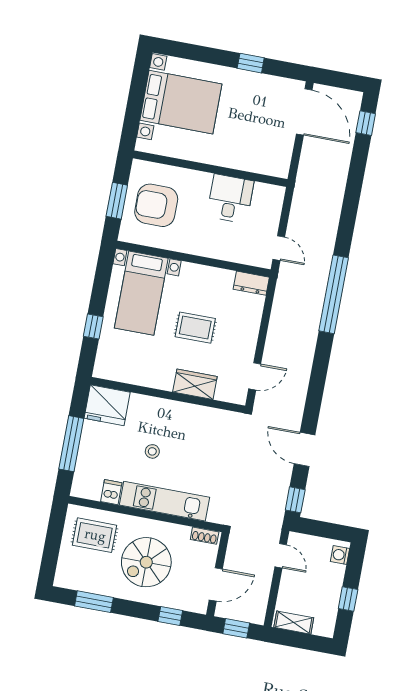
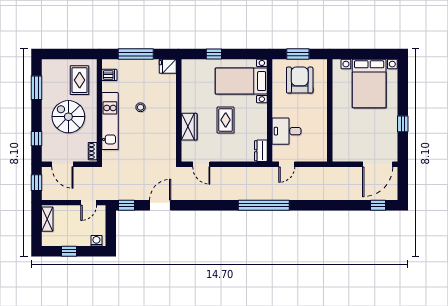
desk: (230, 199) -> (286, 131), moved, turned 180
fridge: (107, 405) -> (168, 66), width x0.53, depth x0.75
dishwasher: (111, 492) -> (109, 75), moved

